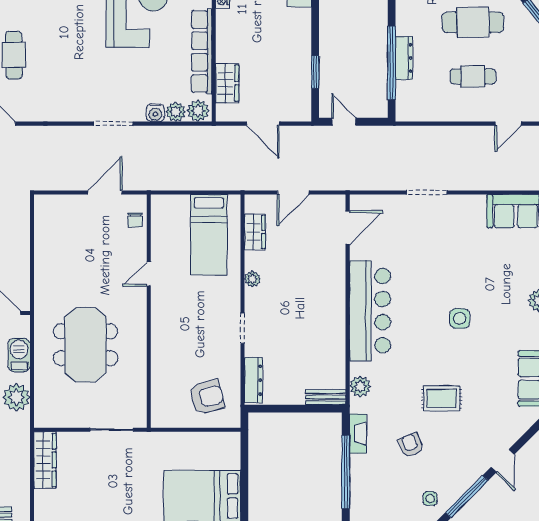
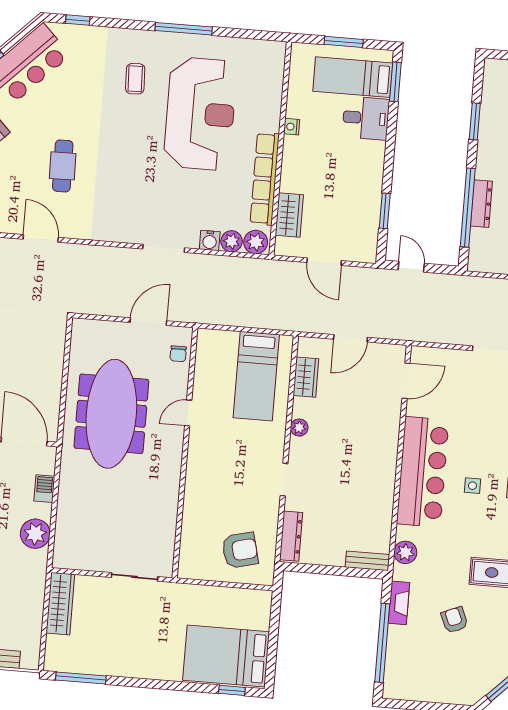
meeting table: (86, 345) -> (111, 414), moved, width x1.36
barbecue: (19, 355) -> (44, 489), width x0.73, depth x0.79
side table: (430, 498) -> (472, 486), moved

